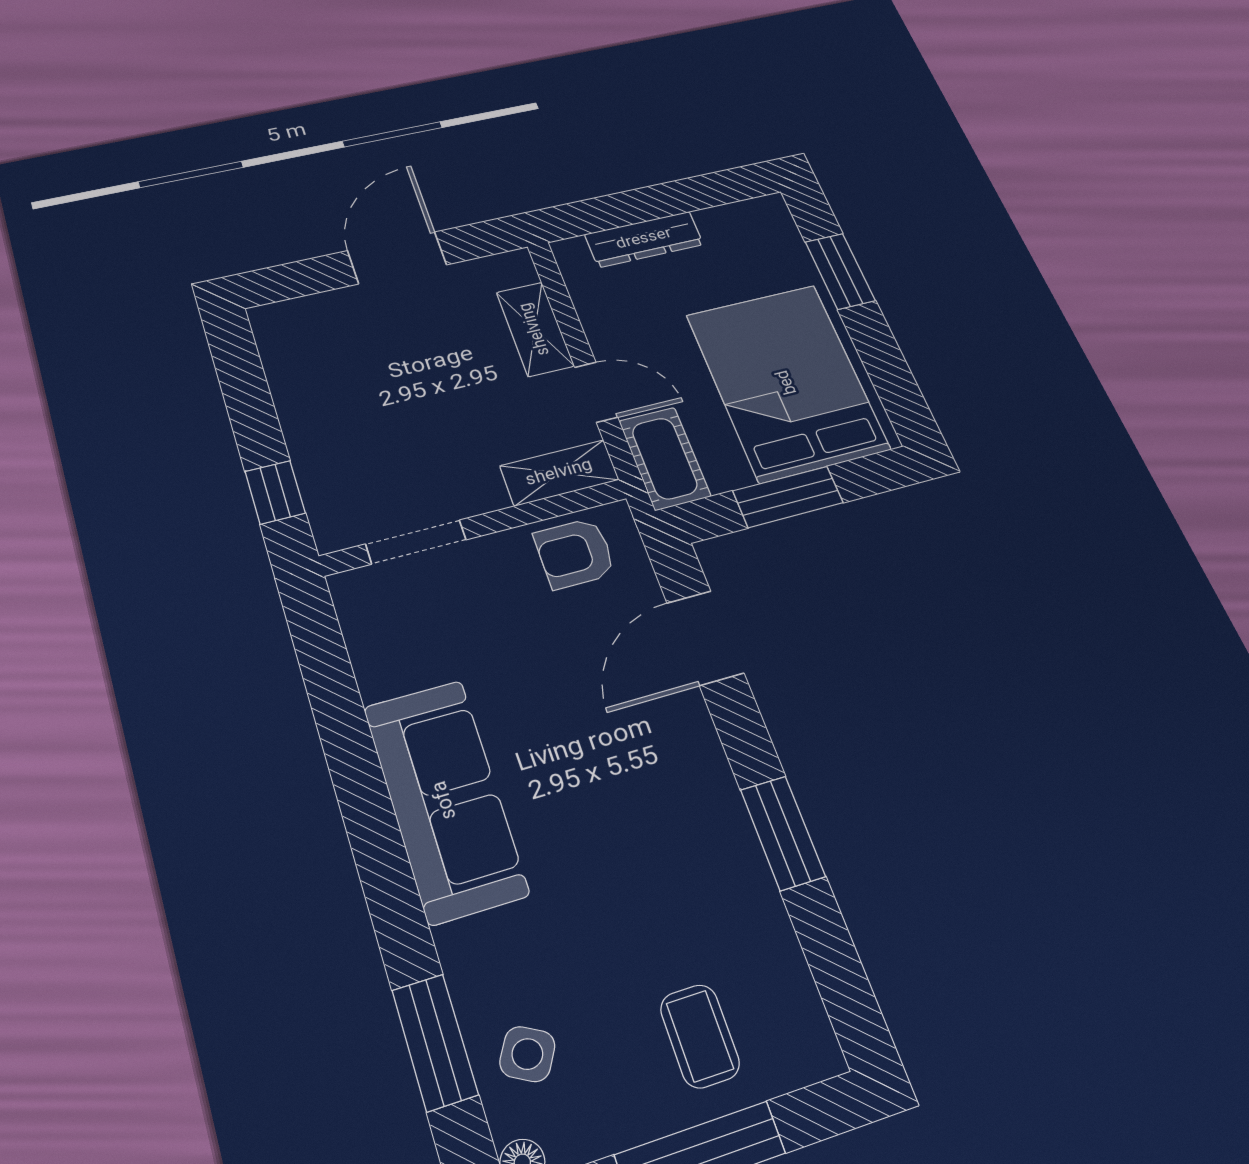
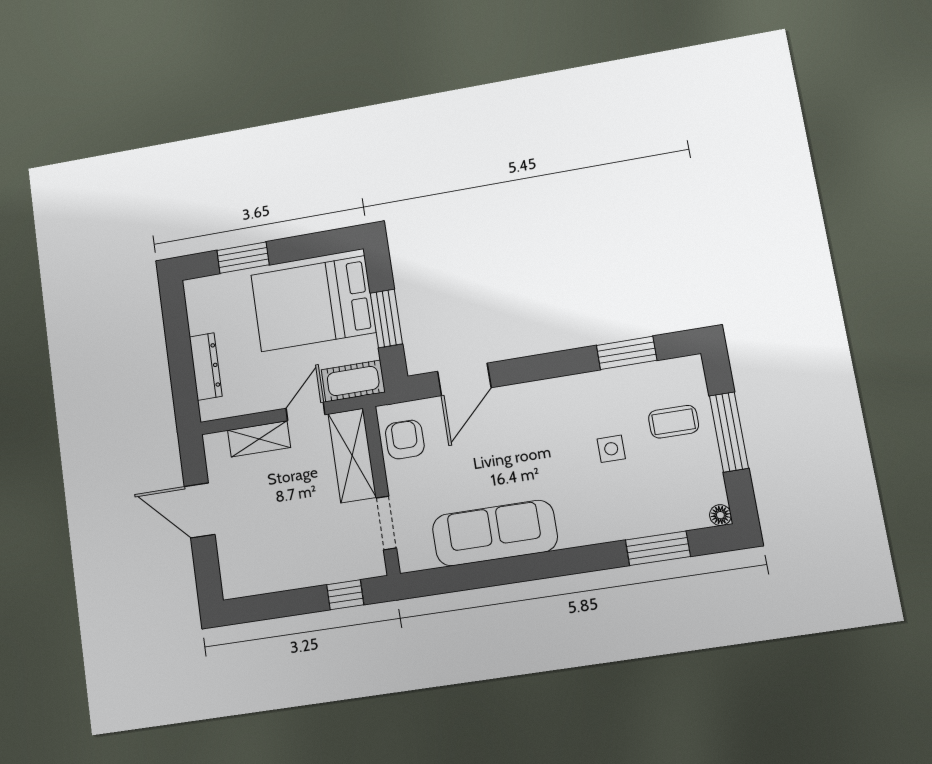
shelving: (559, 473) -> (352, 456), width x1.50, depth x1.33
armchair: (575, 553) -> (405, 439), turned 180
door: (705, 638) -> (464, 379), hinge flipped
sofa: (445, 800) -> (495, 533), moved
window: (783, 833) -> (627, 353), moved
side table: (527, 1054) -> (611, 449), moved, turned -30

